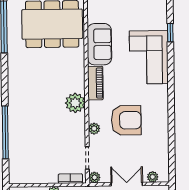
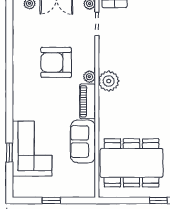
corner sofa: (149, 57) -> (32, 149), moved
plant: (94, 129) -> (89, 77), moved

